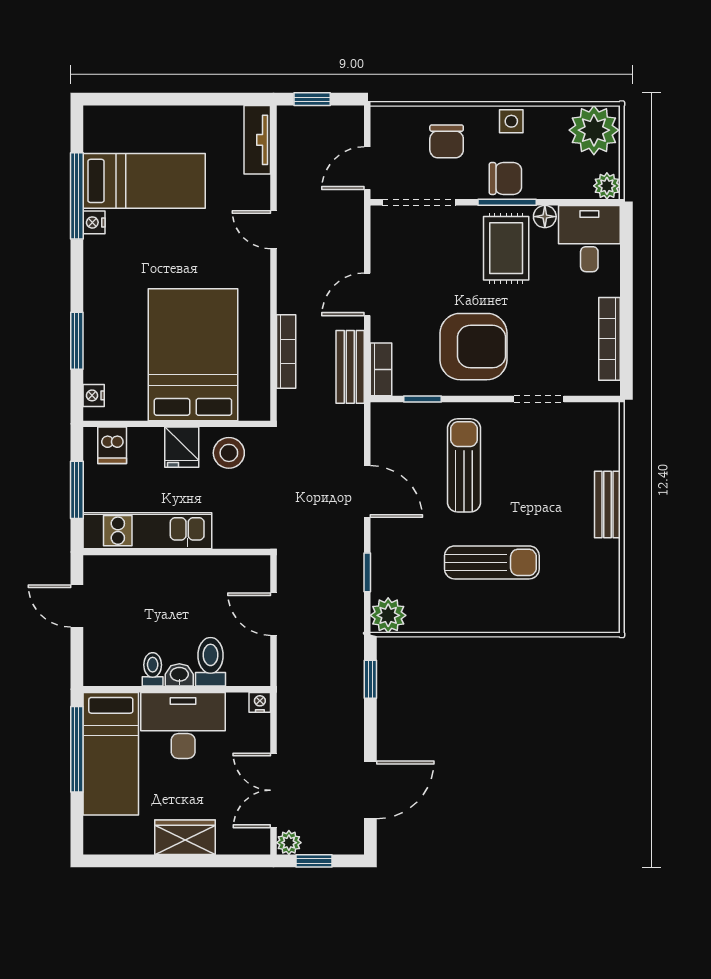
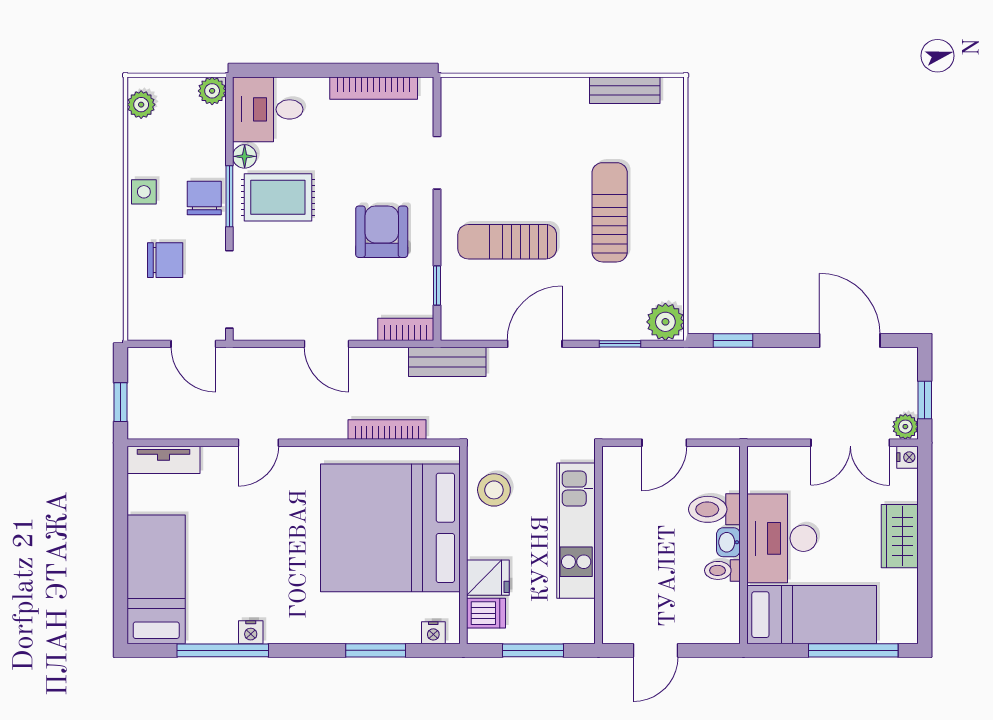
plant: (594, 130) -> (141, 105), width x0.53, depth x0.53
bed: (144, 181) -> (156, 579), moved
armchair: (474, 347) -> (382, 232), width x0.73, depth x0.73
bed: (193, 355) -> (390, 528), width x1.36
bench: (350, 367) -> (447, 362), moved
fridge: (182, 447) -> (488, 578), moved
bench: (607, 505) -> (625, 90), moved
kitchen unit: (147, 531) -> (576, 531), moved
nightstand: (260, 702) -> (908, 457), moved, turned 180
window: (77, 749) -> (853, 650), moved

